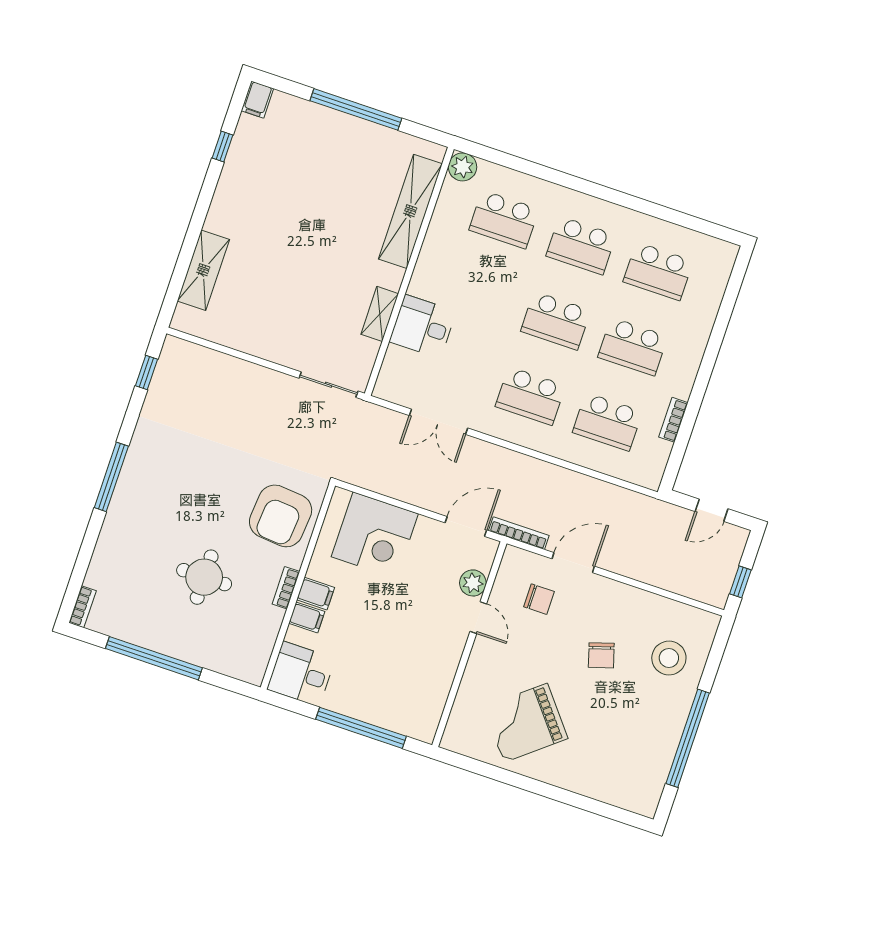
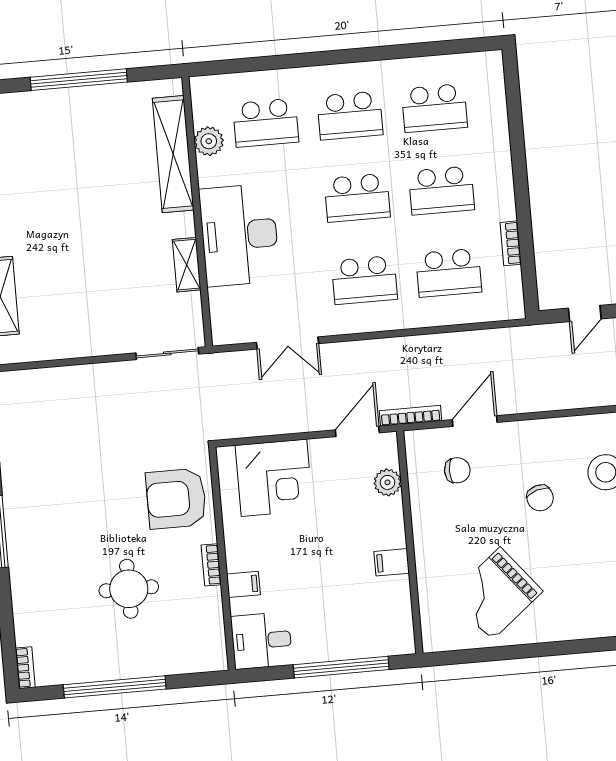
plant: (463, 167) -> (209, 141), moved
desk: (423, 327) -> (239, 235), width x1.87, depth x1.30
armchair: (281, 516) -> (176, 499), turned 85
filing cabinet: (316, 594) -> (392, 562), moved, turned 180
door: (478, 618) -> (407, 513), removed

